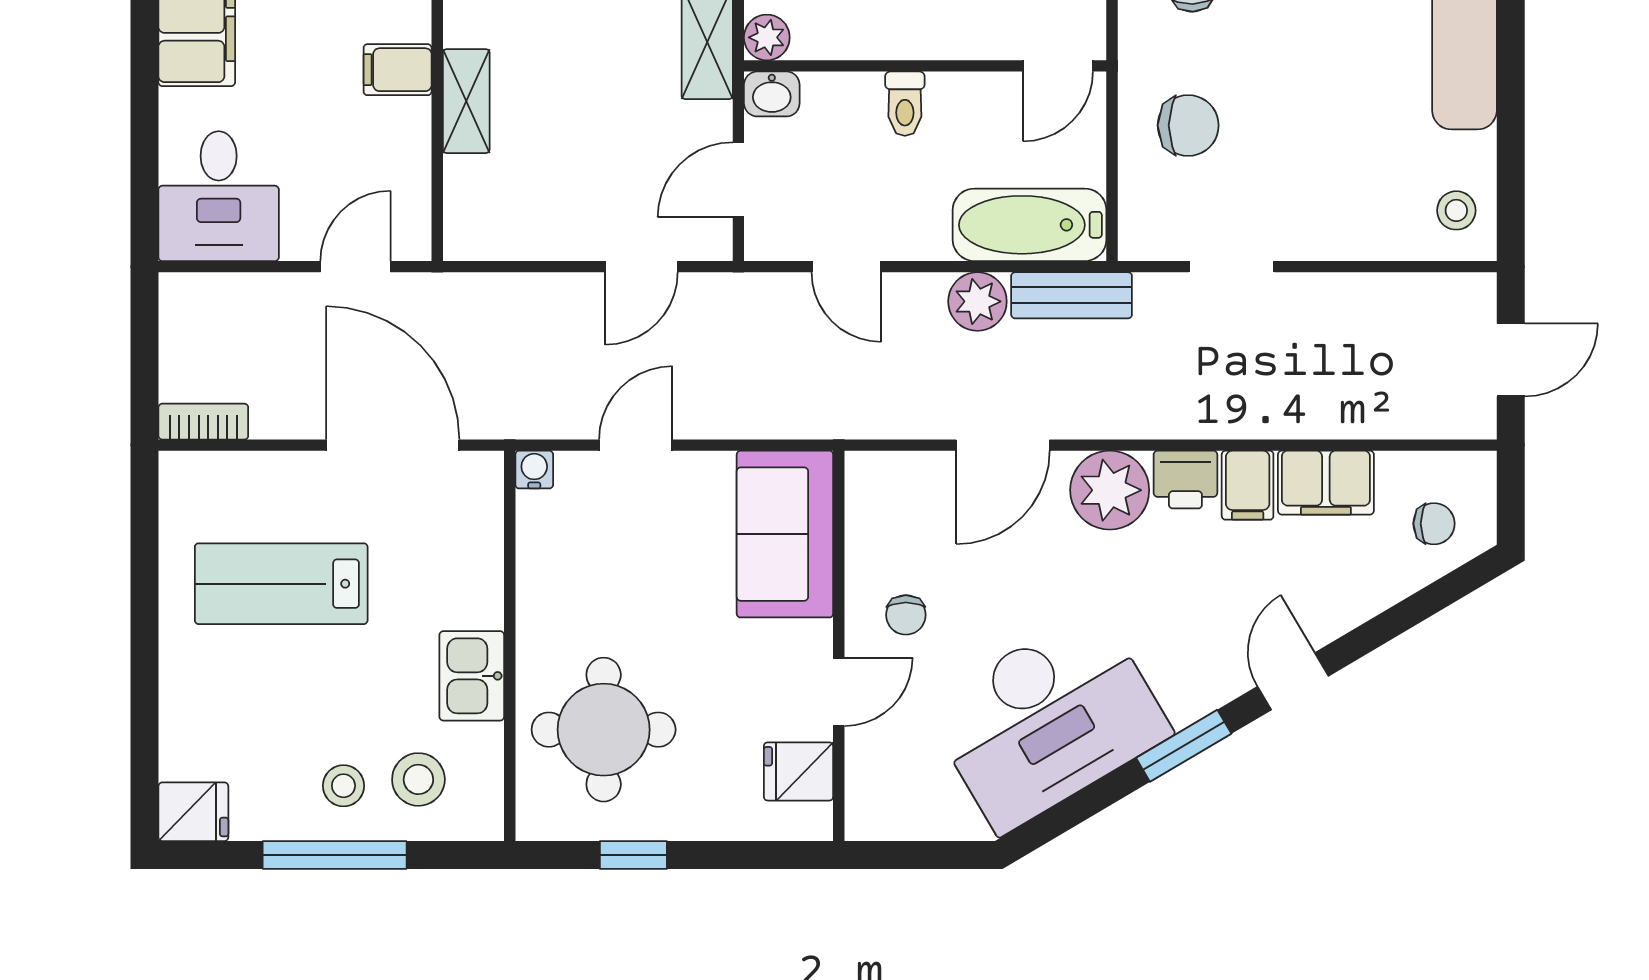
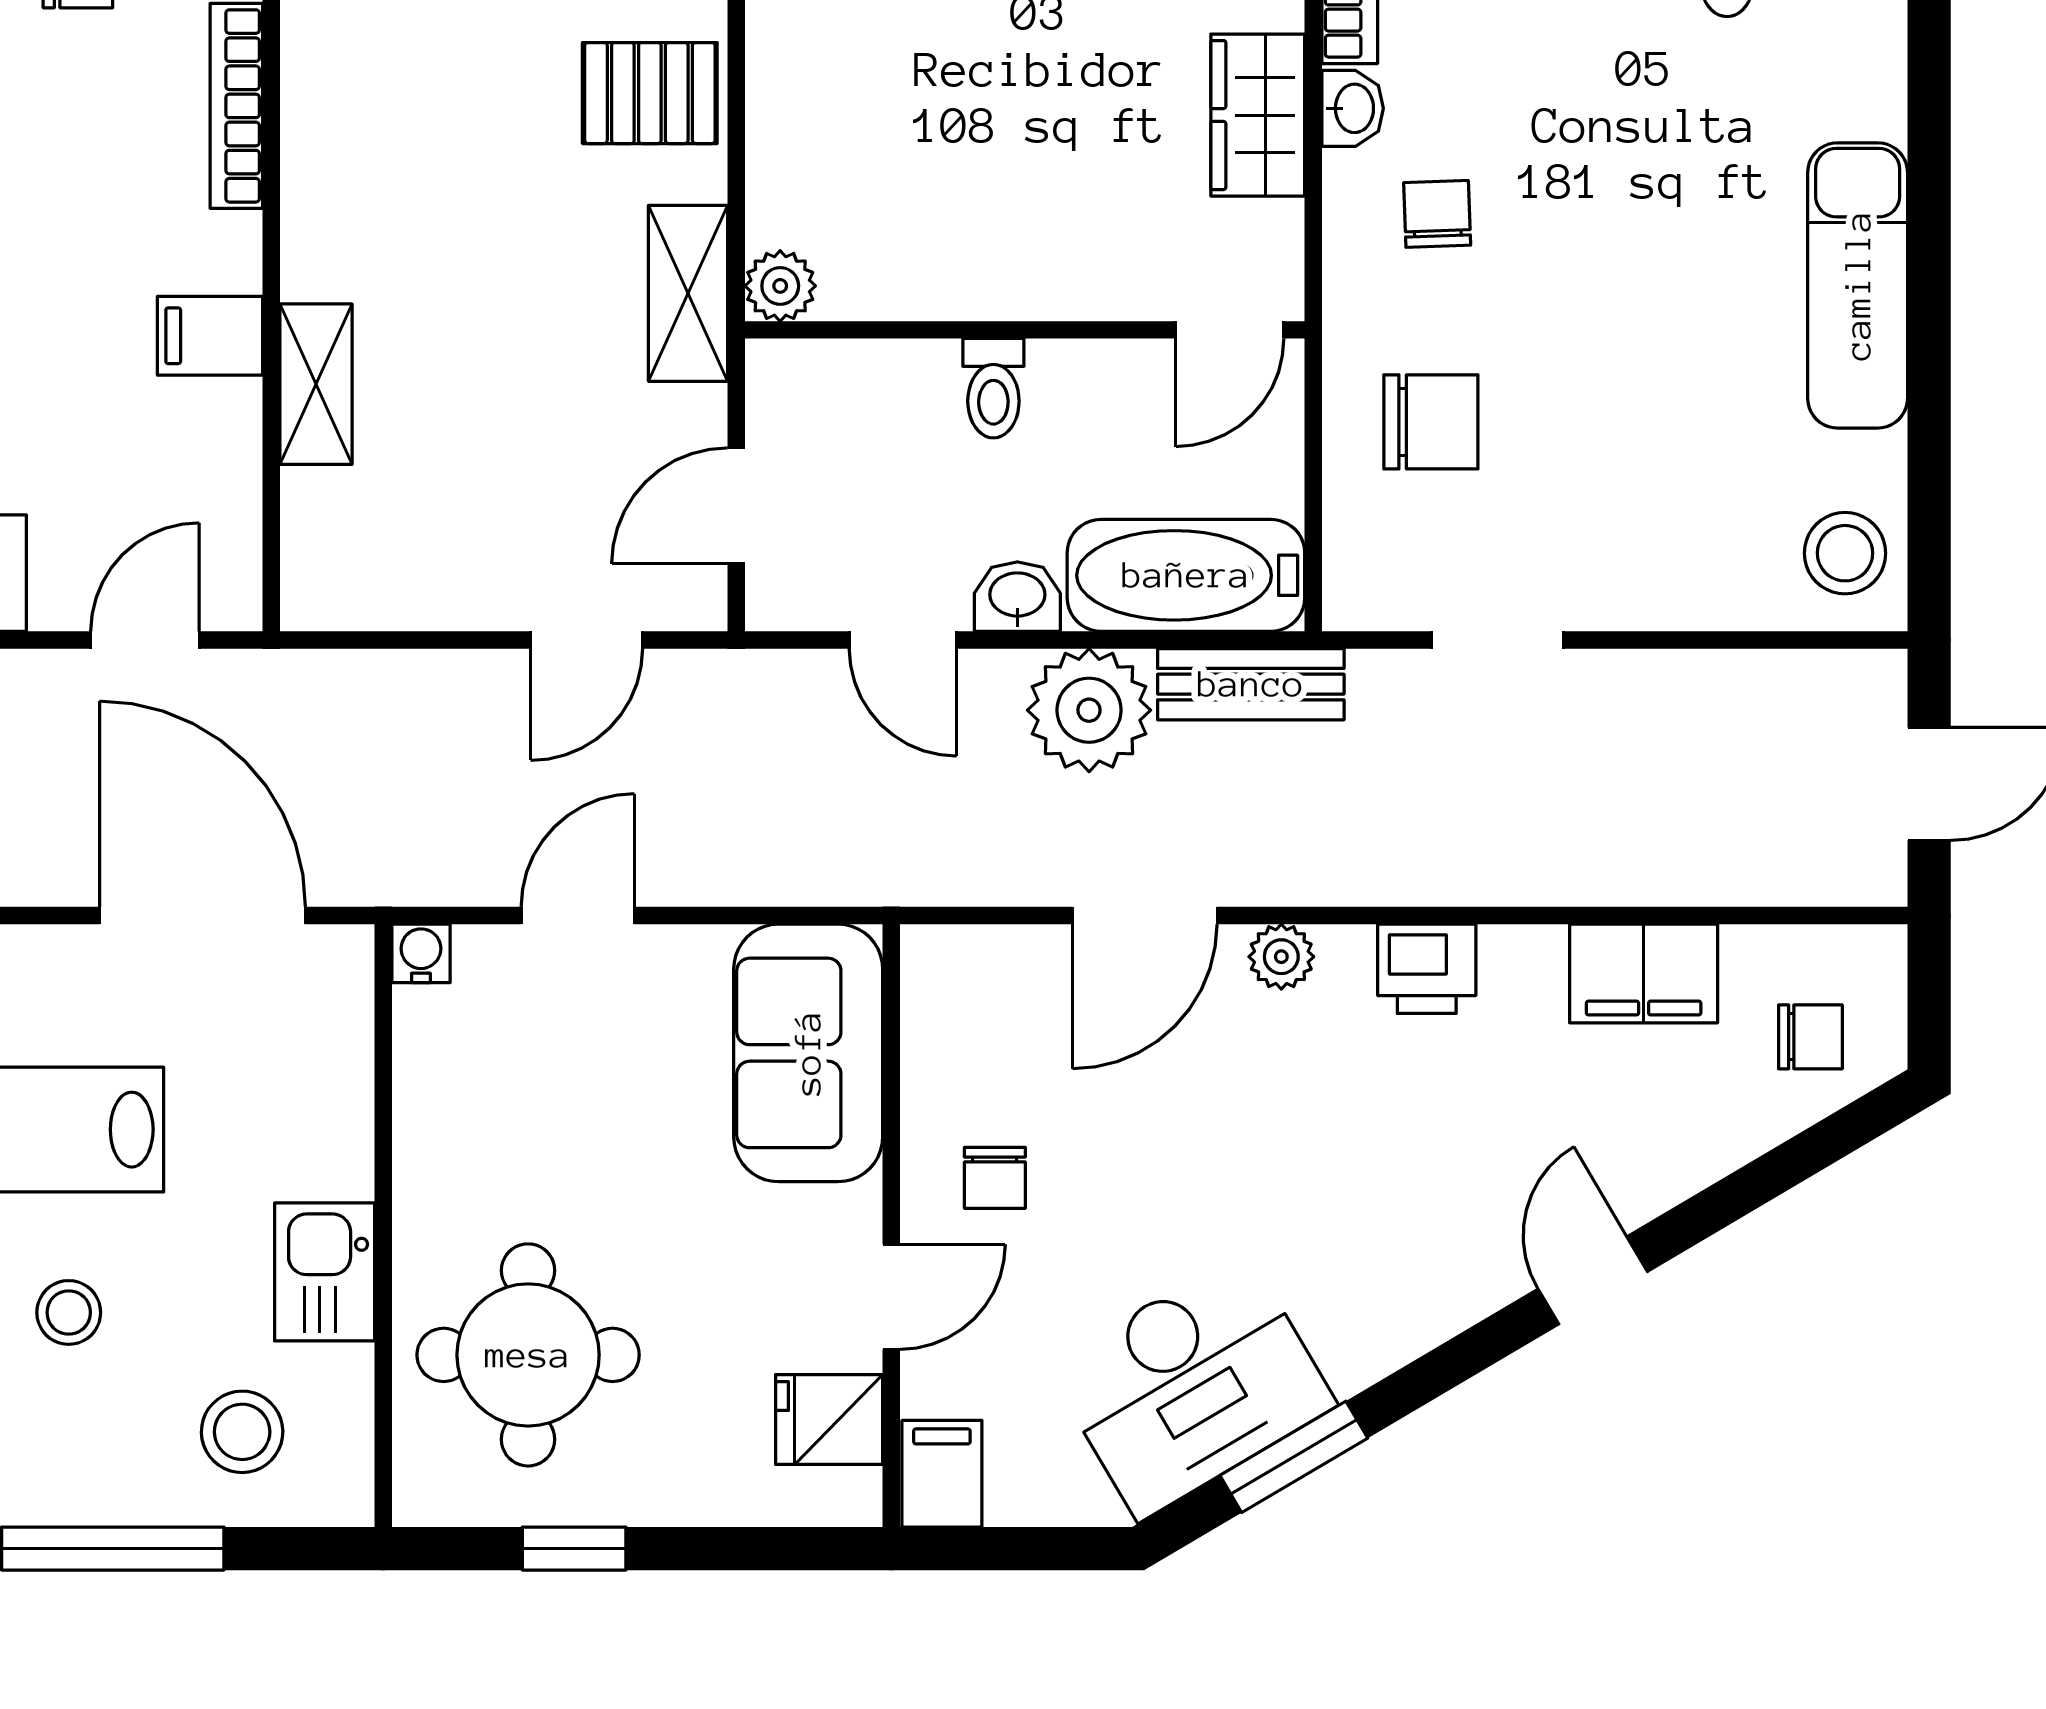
washbasin: (772, 94) -> (1017, 597), moved, turned 180
stool: (1456, 210) -> (1845, 553), width x1.37, depth x1.37
plant: (977, 301) -> (1089, 710), width x1.36, depth x1.36
filing cabinet: (1248, 485) -> (942, 1474), moved, turned 180
plant: (1110, 490) -> (1281, 957), width x0.53, depth x0.53
desk: (1048, 720) -> (1192, 1385), width x0.73, depth x0.77
window: (1184, 746) -> (1294, 1457), moved
stool: (343, 786) -> (69, 1312), moved

